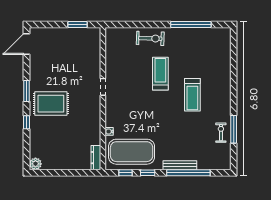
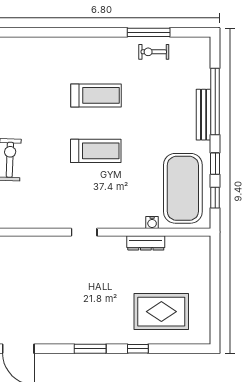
treadmill: (160, 74) -> (96, 151), moved, turned 180
rug: (51, 104) -> (161, 312), moved, turned 90
dresser: (96, 158) -> (146, 243), moved
plant: (35, 164) -> (201, 335), removed

